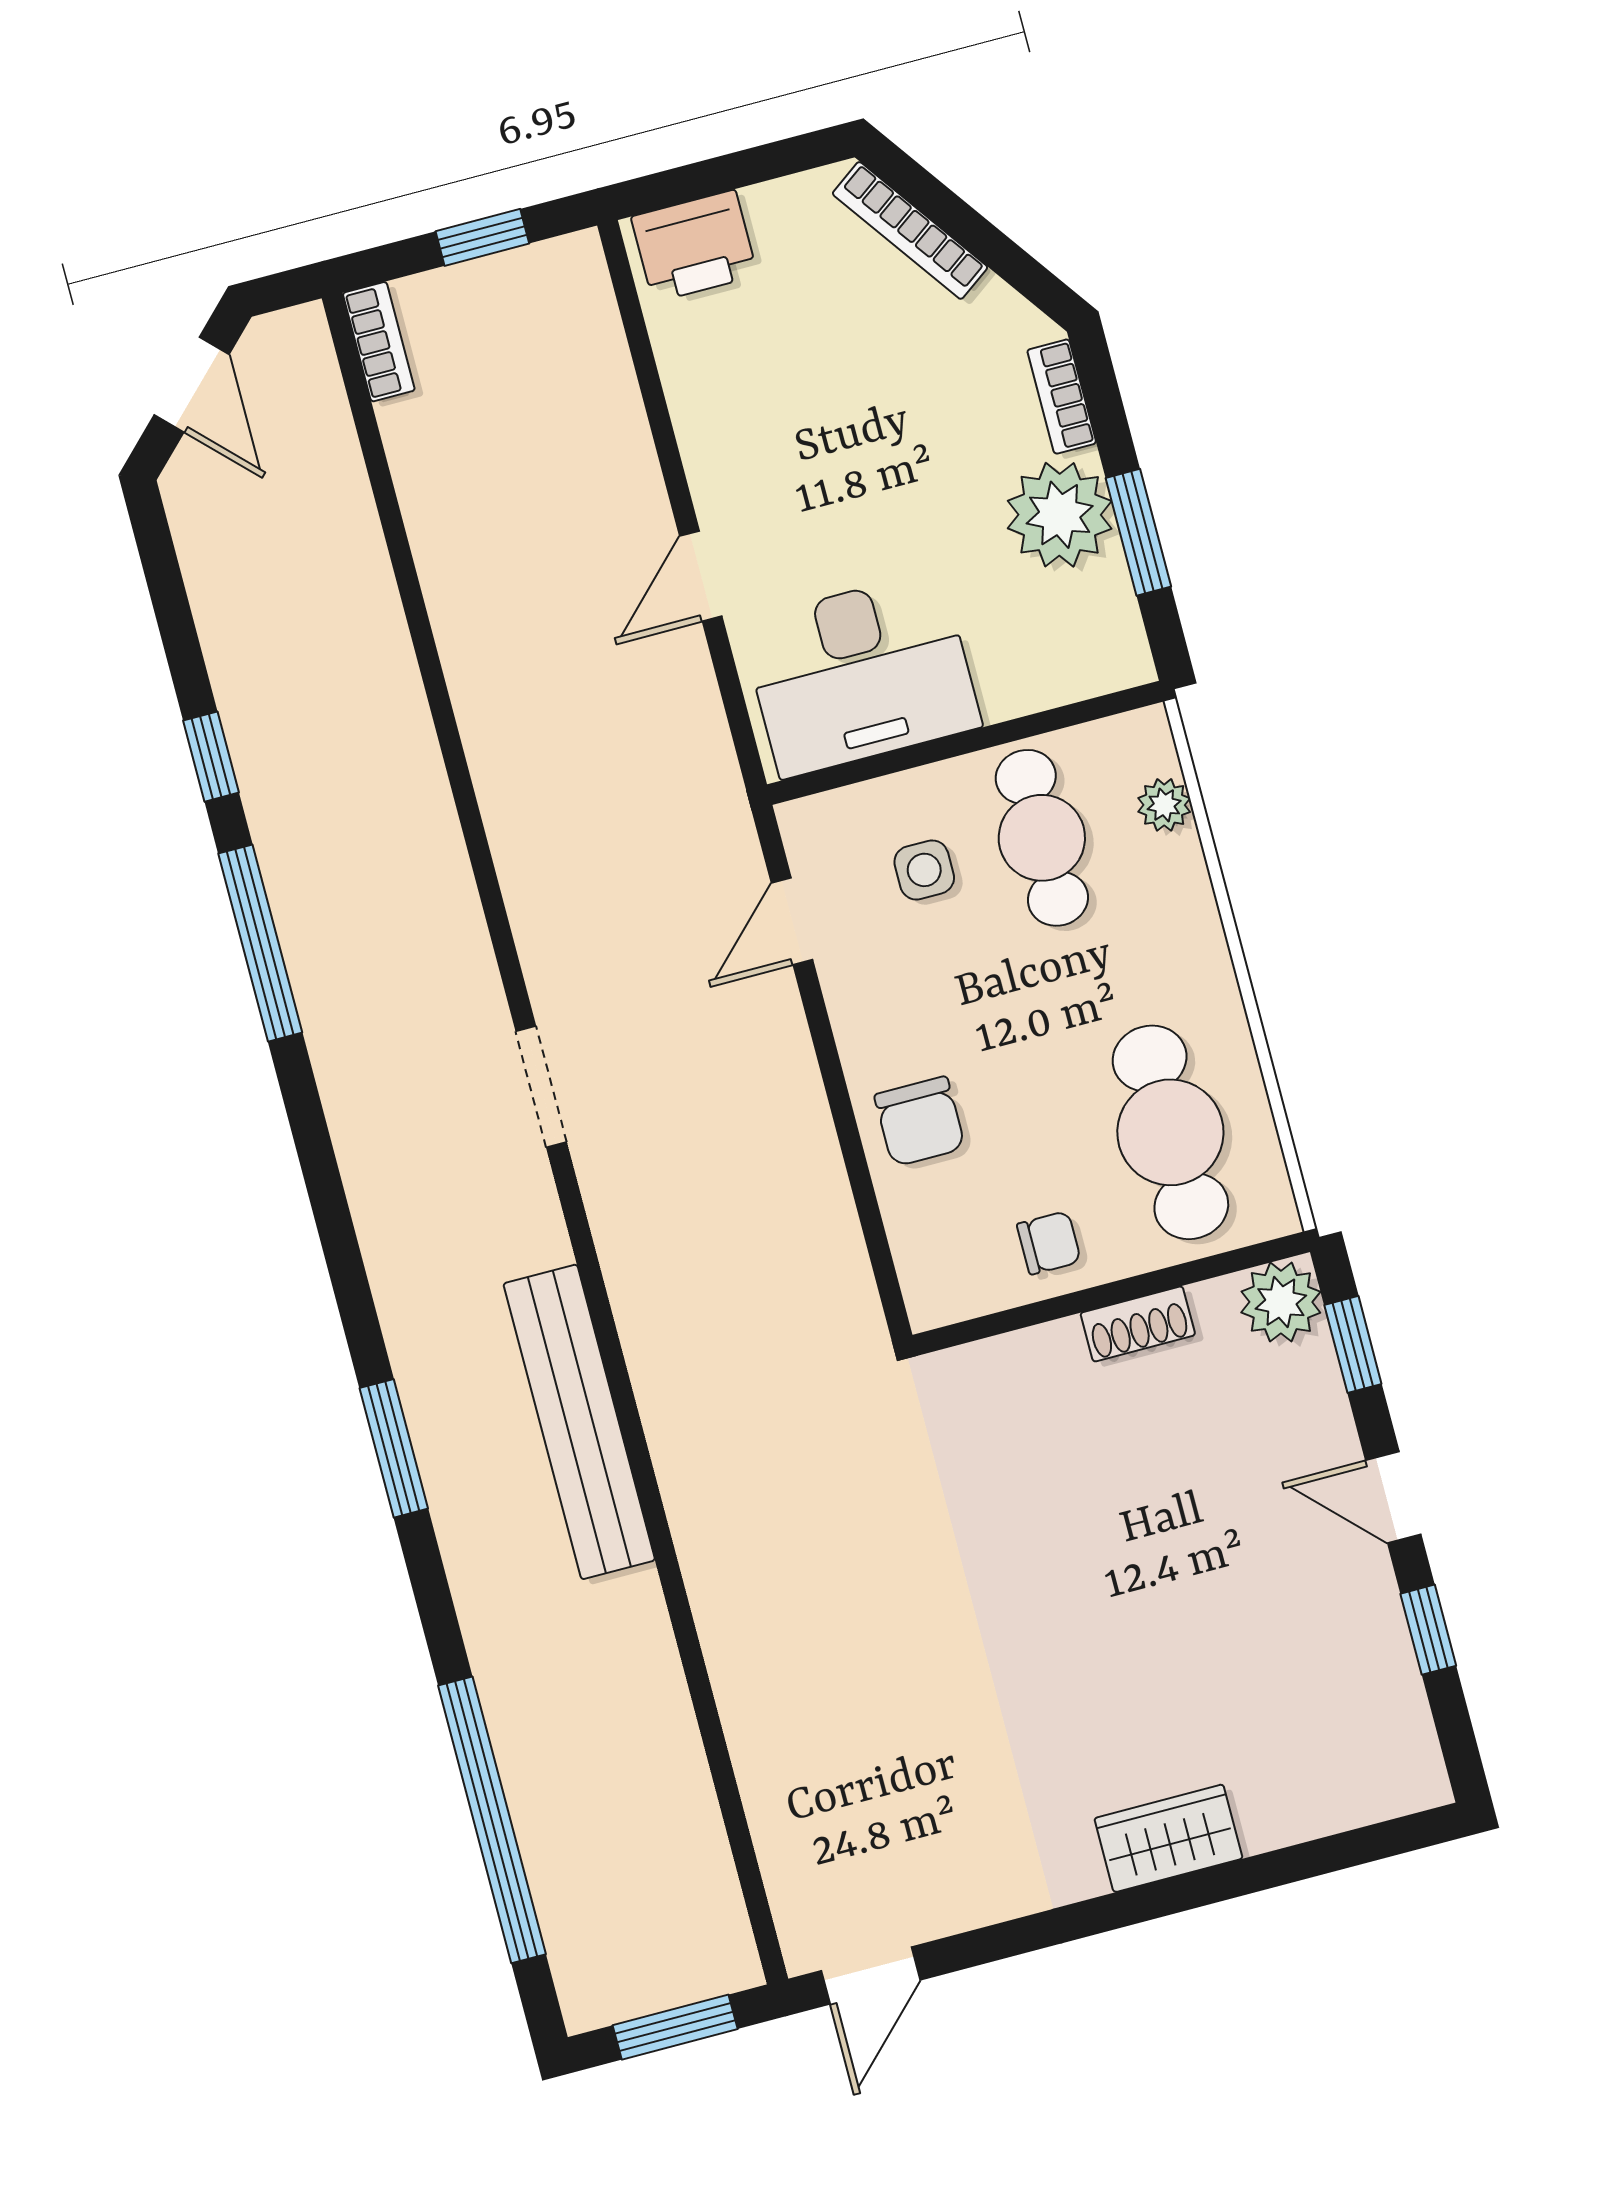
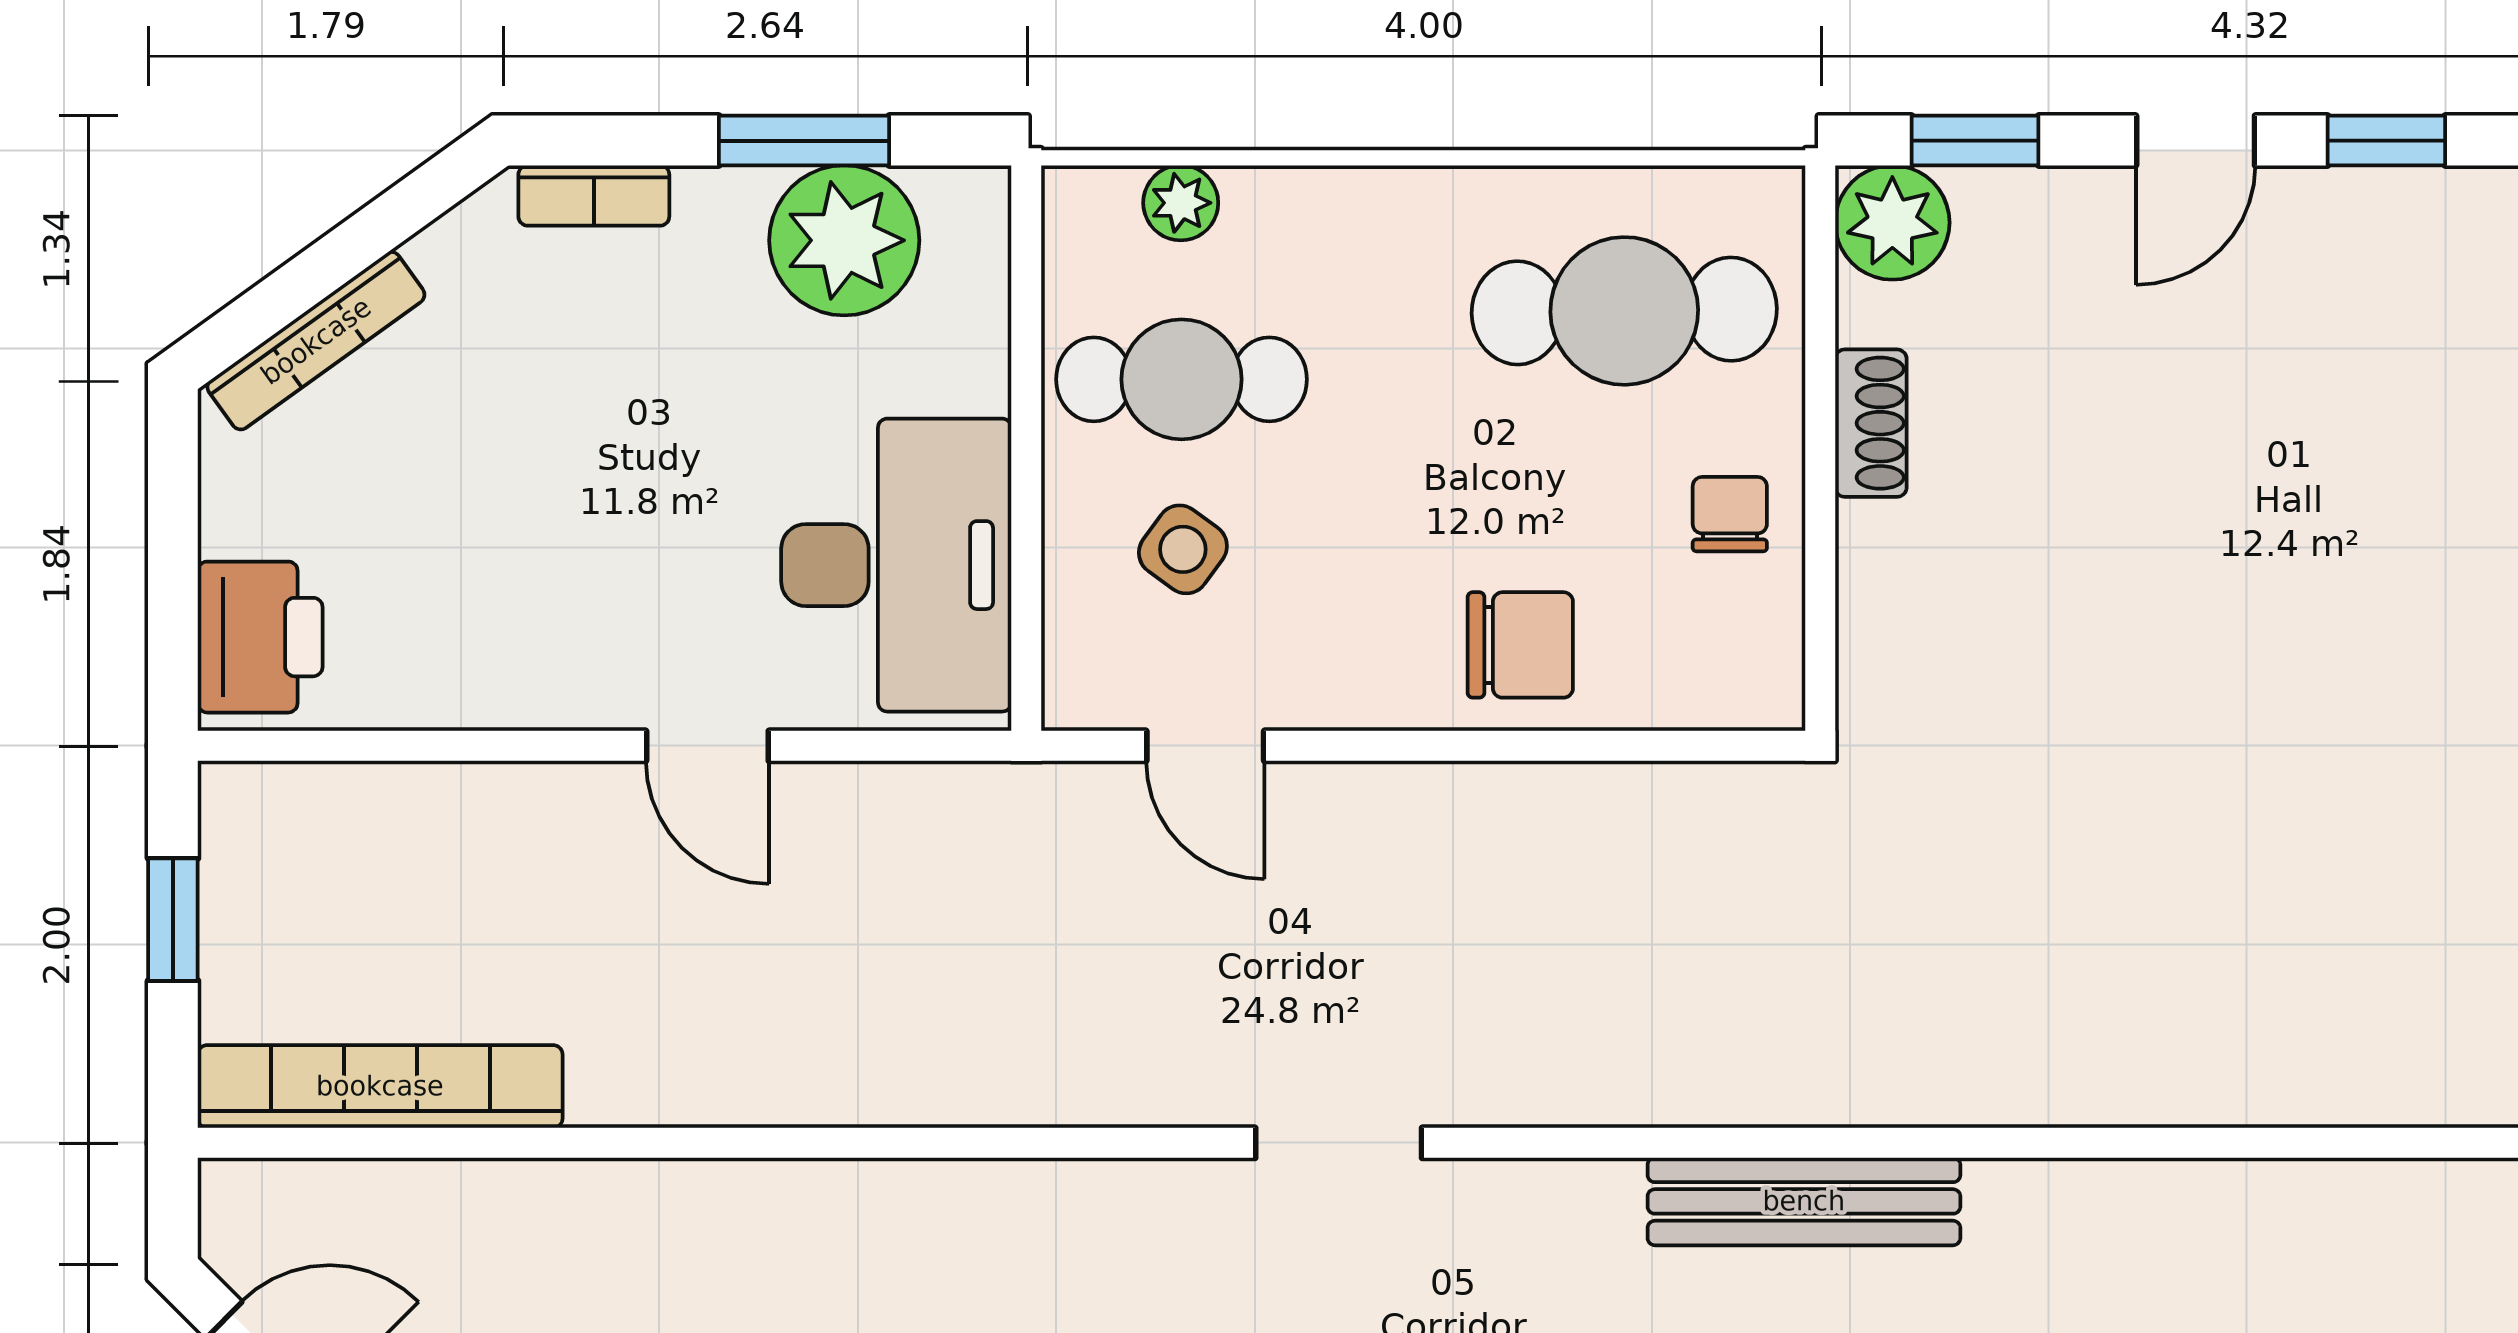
bookcase: (379, 342) -> (380, 1086), width x2.31, depth x1.31
plant: (1060, 515) -> (844, 240), moved
side table: (924, 870) -> (1183, 549), turned 36
bench: (579, 1422) -> (1804, 1201), width x0.73, depth x0.82

